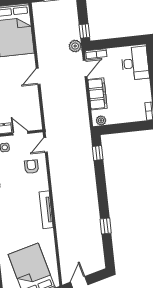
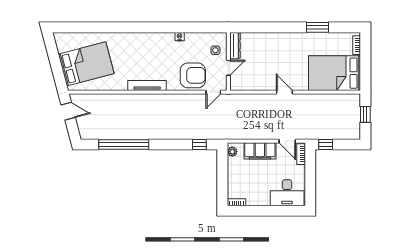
plant: (75, 46) -> (311, 133), removed
door: (45, 145) -> (213, 92), swing flipped
armchair: (31, 167) -> (193, 75), width x1.88, depth x1.88
window: (106, 226) -> (124, 145), width x3.17

